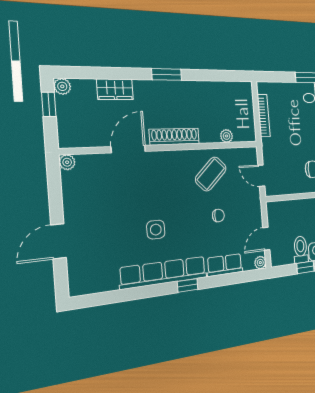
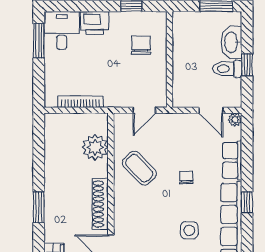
plant: (226, 136) -> (95, 147), width x1.88, depth x1.88
chair: (218, 216) -> (186, 178), moved

